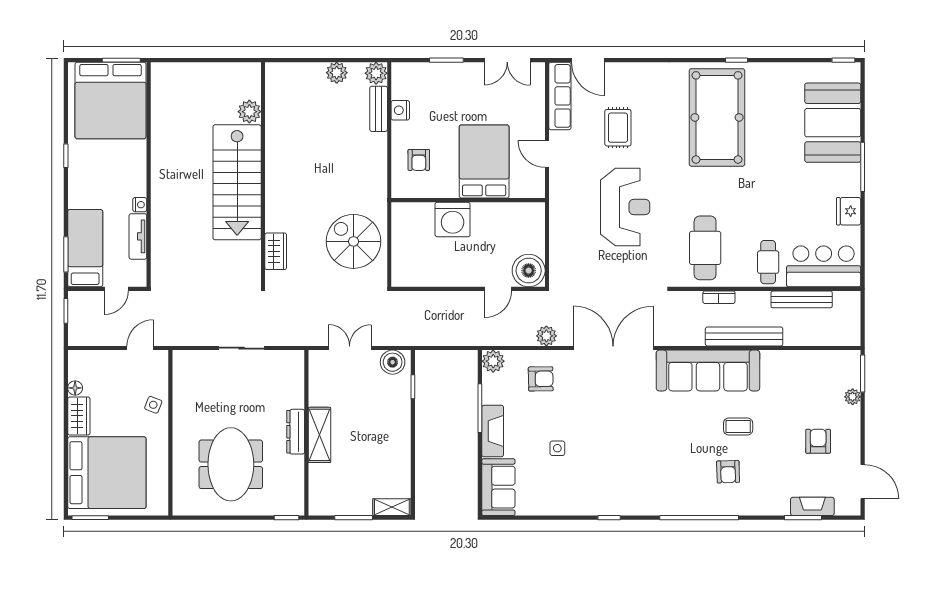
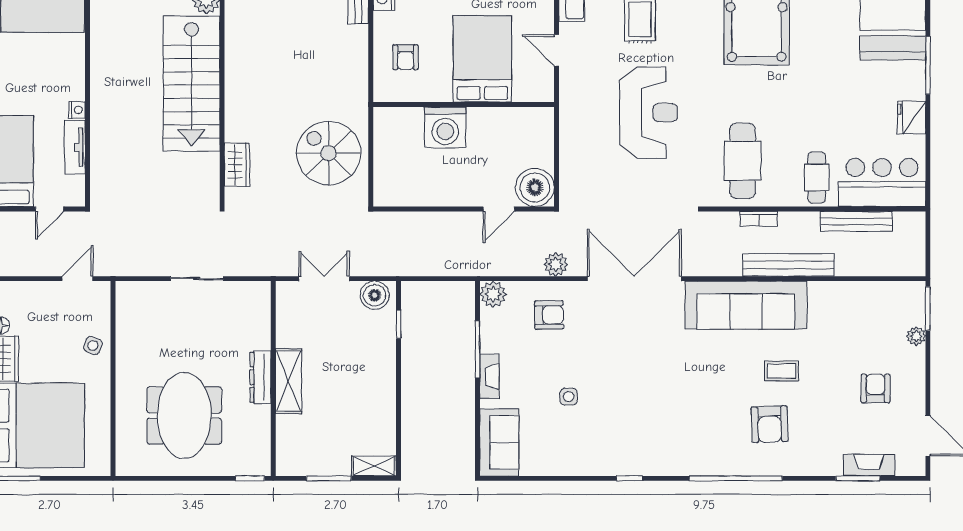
fireplace: (493, 431) -> (489, 376), width x0.73, depth x0.76
armchair: (728, 472) -> (770, 424), width x1.38, depth x1.38

